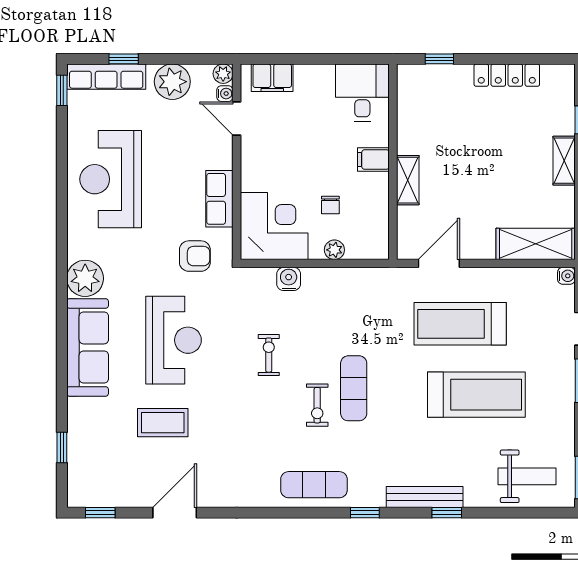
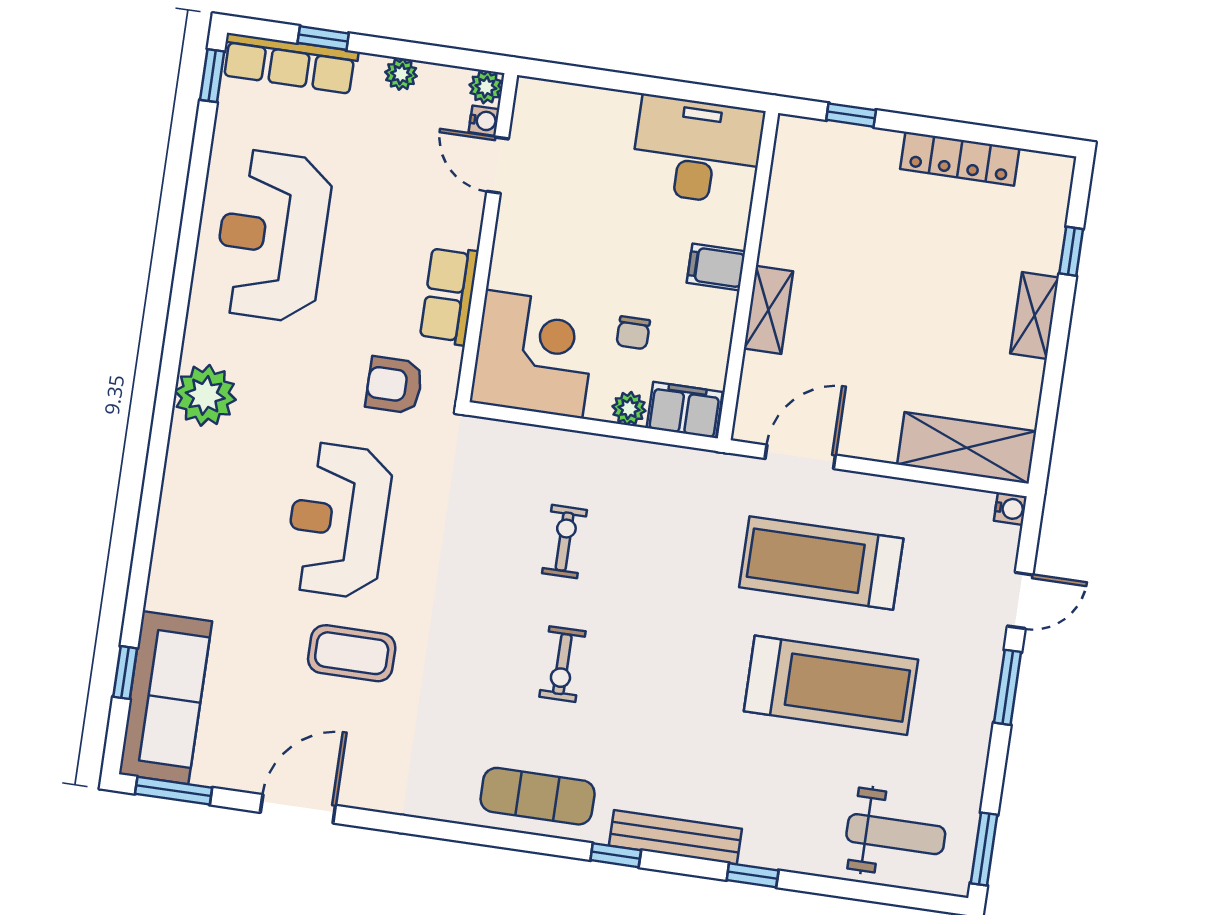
filing cabinet: (272, 78) -> (685, 410), moved, turned 180
plant: (172, 82) -> (401, 74), width x0.53, depth x0.53
desk: (362, 93) -> (697, 150), width x1.37
armchair: (195, 256) -> (394, 385), turned 180
water cooler: (289, 279) -> (545, 446), removed
reception desk: (174, 340) -> (338, 520), turned 180
sofa: (88, 347) -> (165, 698), moved
exercise bike: (269, 355) -> (565, 542), moved
exercise mat: (354, 388) -> (627, 645), removed
coffee table: (163, 423) -> (352, 653), moved
bench: (425, 497) -> (675, 837), moved
window: (100, 513) -> (174, 791), width x1.50

